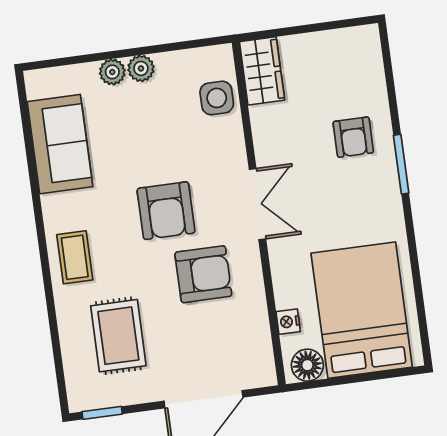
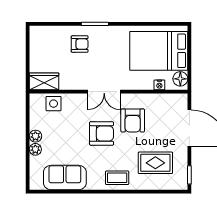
double door: (257, 204) -> (104, 92), swing flipped
armchair: (203, 274) -> (133, 120), turned 180

